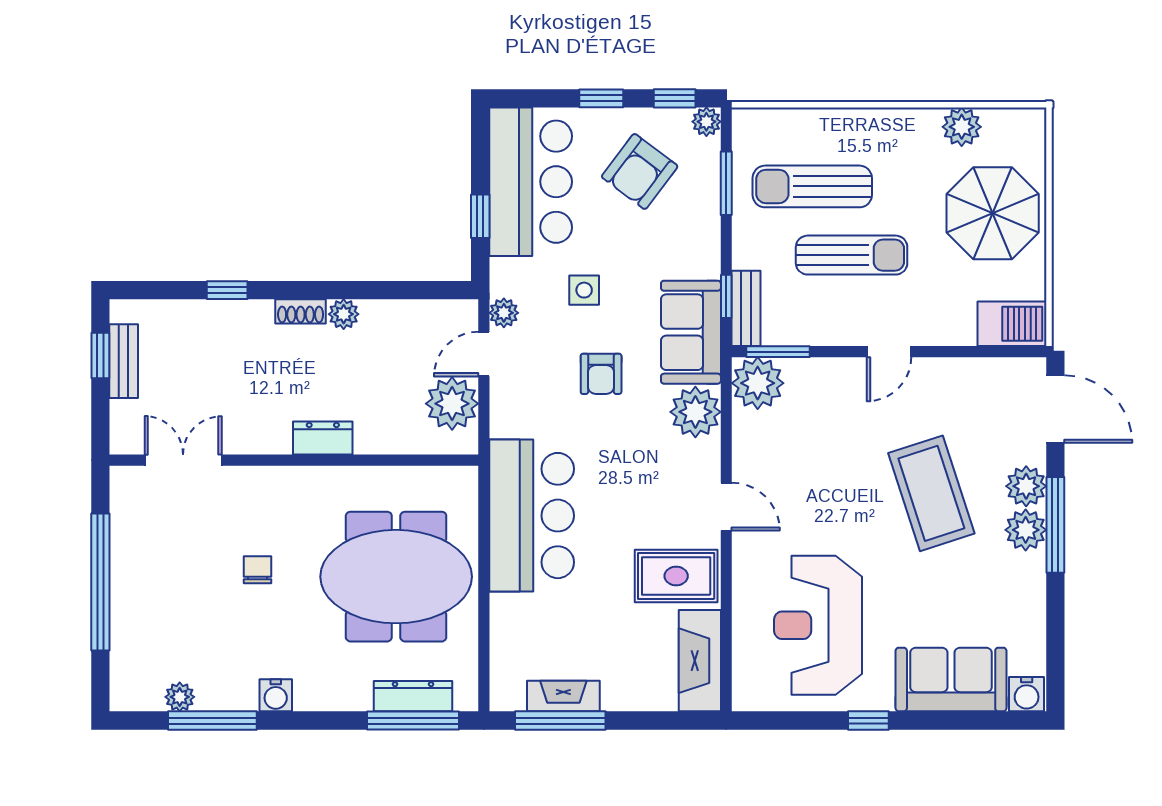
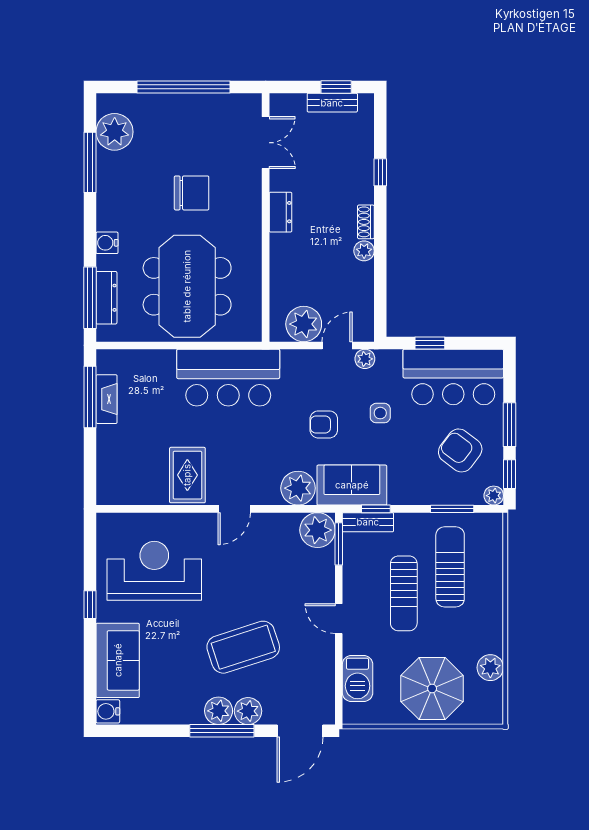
window: (601, 98) -> (509, 425), width x1.50
barbecue: (1012, 324) -> (358, 679), moved
door: (484, 354) -> (337, 345), hinge flipped
dresser: (323, 438) -> (280, 212), moved
chair: (258, 570) -> (192, 193), width x1.87, depth x1.87
fireplace: (700, 661) -> (130, 491), removed
water cooler: (276, 695) -> (107, 243), moved
plant: (180, 697) -> (115, 132), width x1.88, depth x1.88

